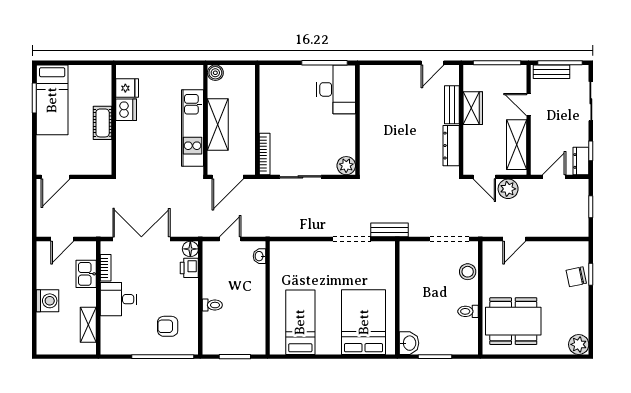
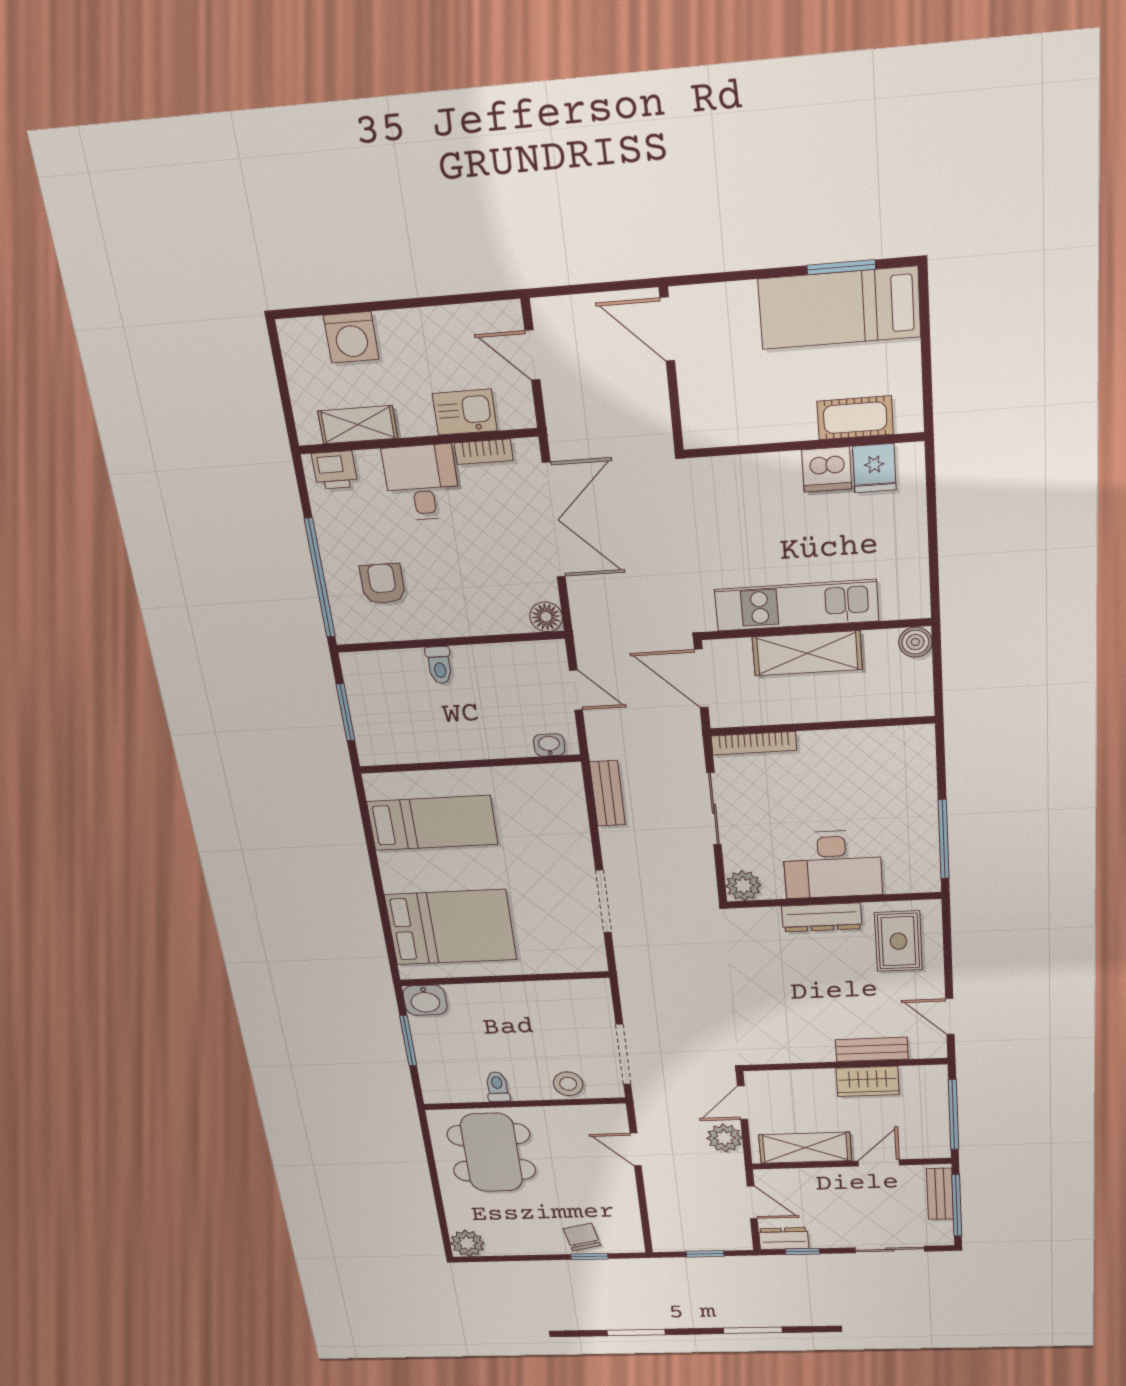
rug: (384, 88) -> (898, 941), added
desk: (336, 89) -> (832, 864), moved
cot: (103, 123) -> (855, 418), moved
dresser: (451, 146) -> (822, 917), moved, turned 180
bench: (390, 230) -> (607, 793), moved
printer: (189, 268) -> (335, 470), moved, turned 180
washing machine: (47, 301) -> (351, 337), moved

